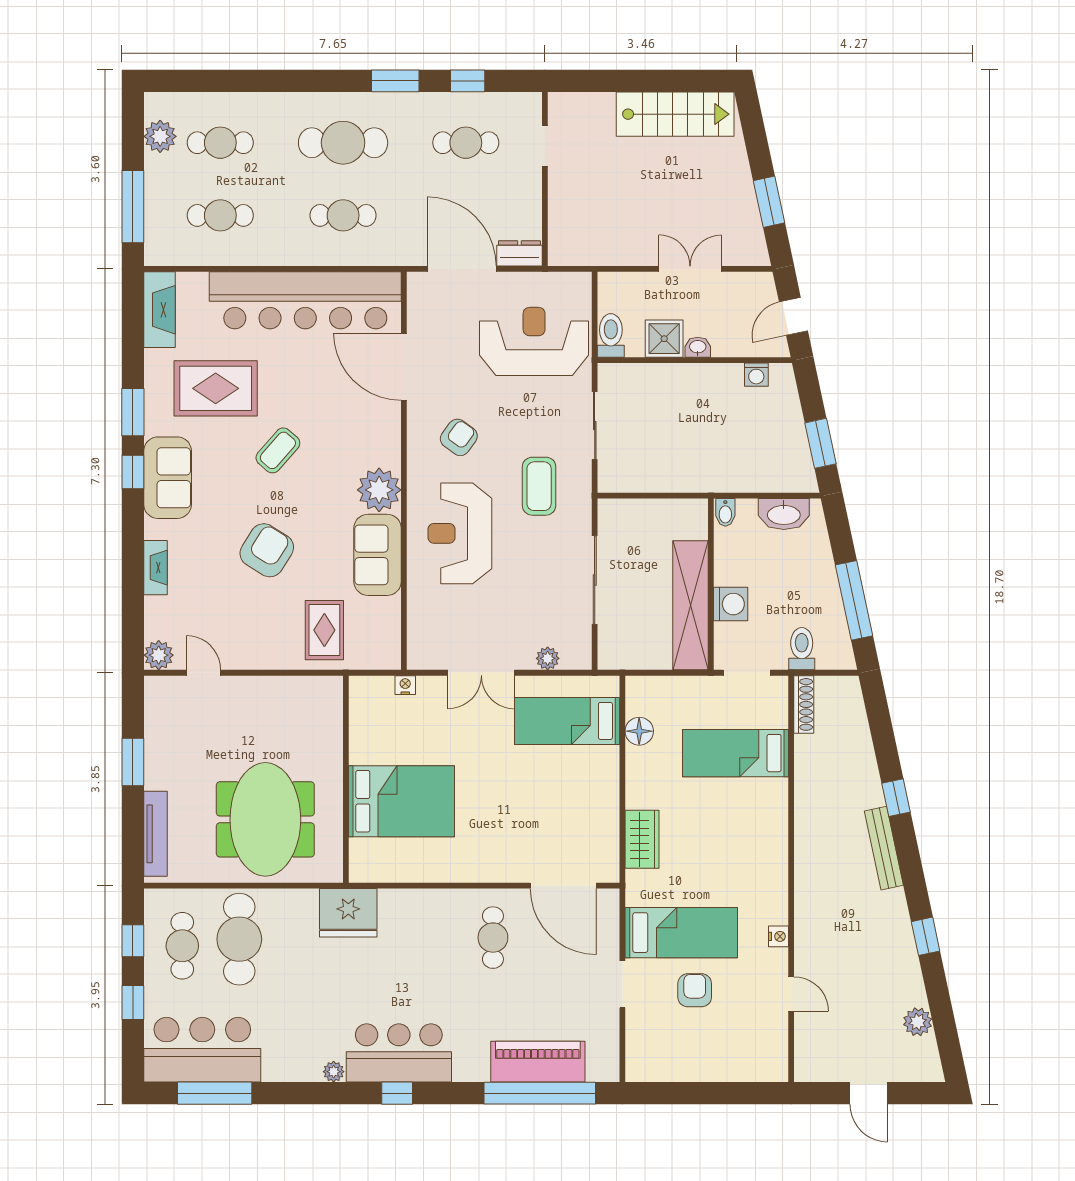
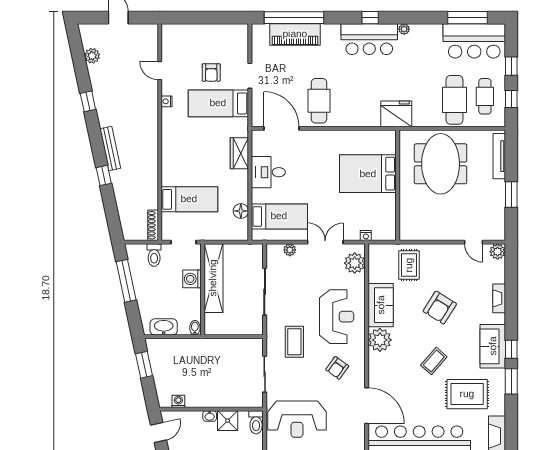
plant: (426, 634) -> (355, 263), added
desk: (588, 804) -> (268, 172), added
cafe table: (493, 938) -> (319, 101), width x1.37, depth x1.35

